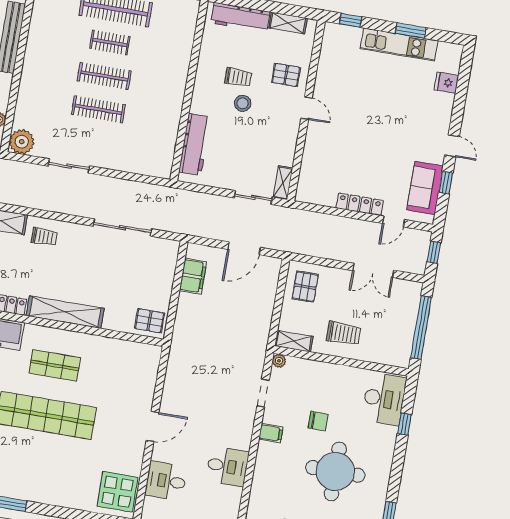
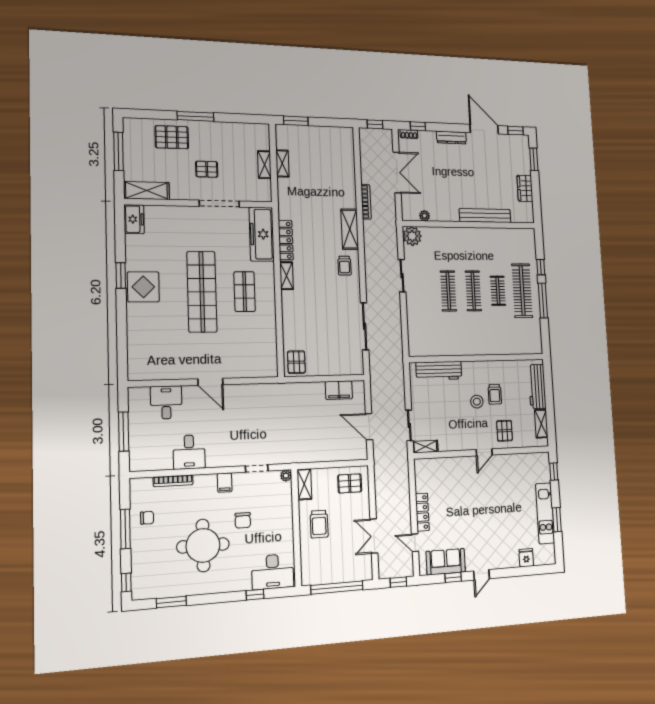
shelving: (65, 312) -> (287, 276), width x0.45, depth x0.75
bookcase: (256, 490) -> (173, 481), added
display table: (118, 492) -> (143, 287), moved

